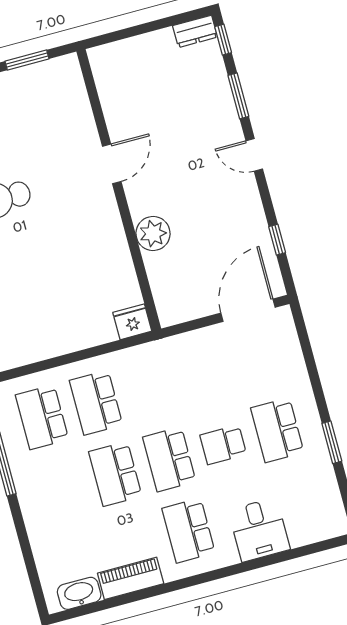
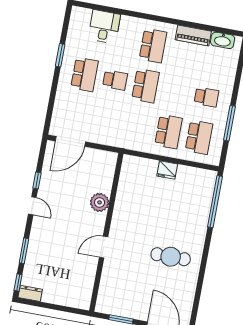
door: (254, 155) -> (32, 206), moved
window: (277, 240) -> (37, 180), moved
fridge: (132, 322) -> (167, 170), moved
school desk: (115, 474) -> (206, 97), moved, width x0.54
desk: (259, 530) -> (104, 27), moved

